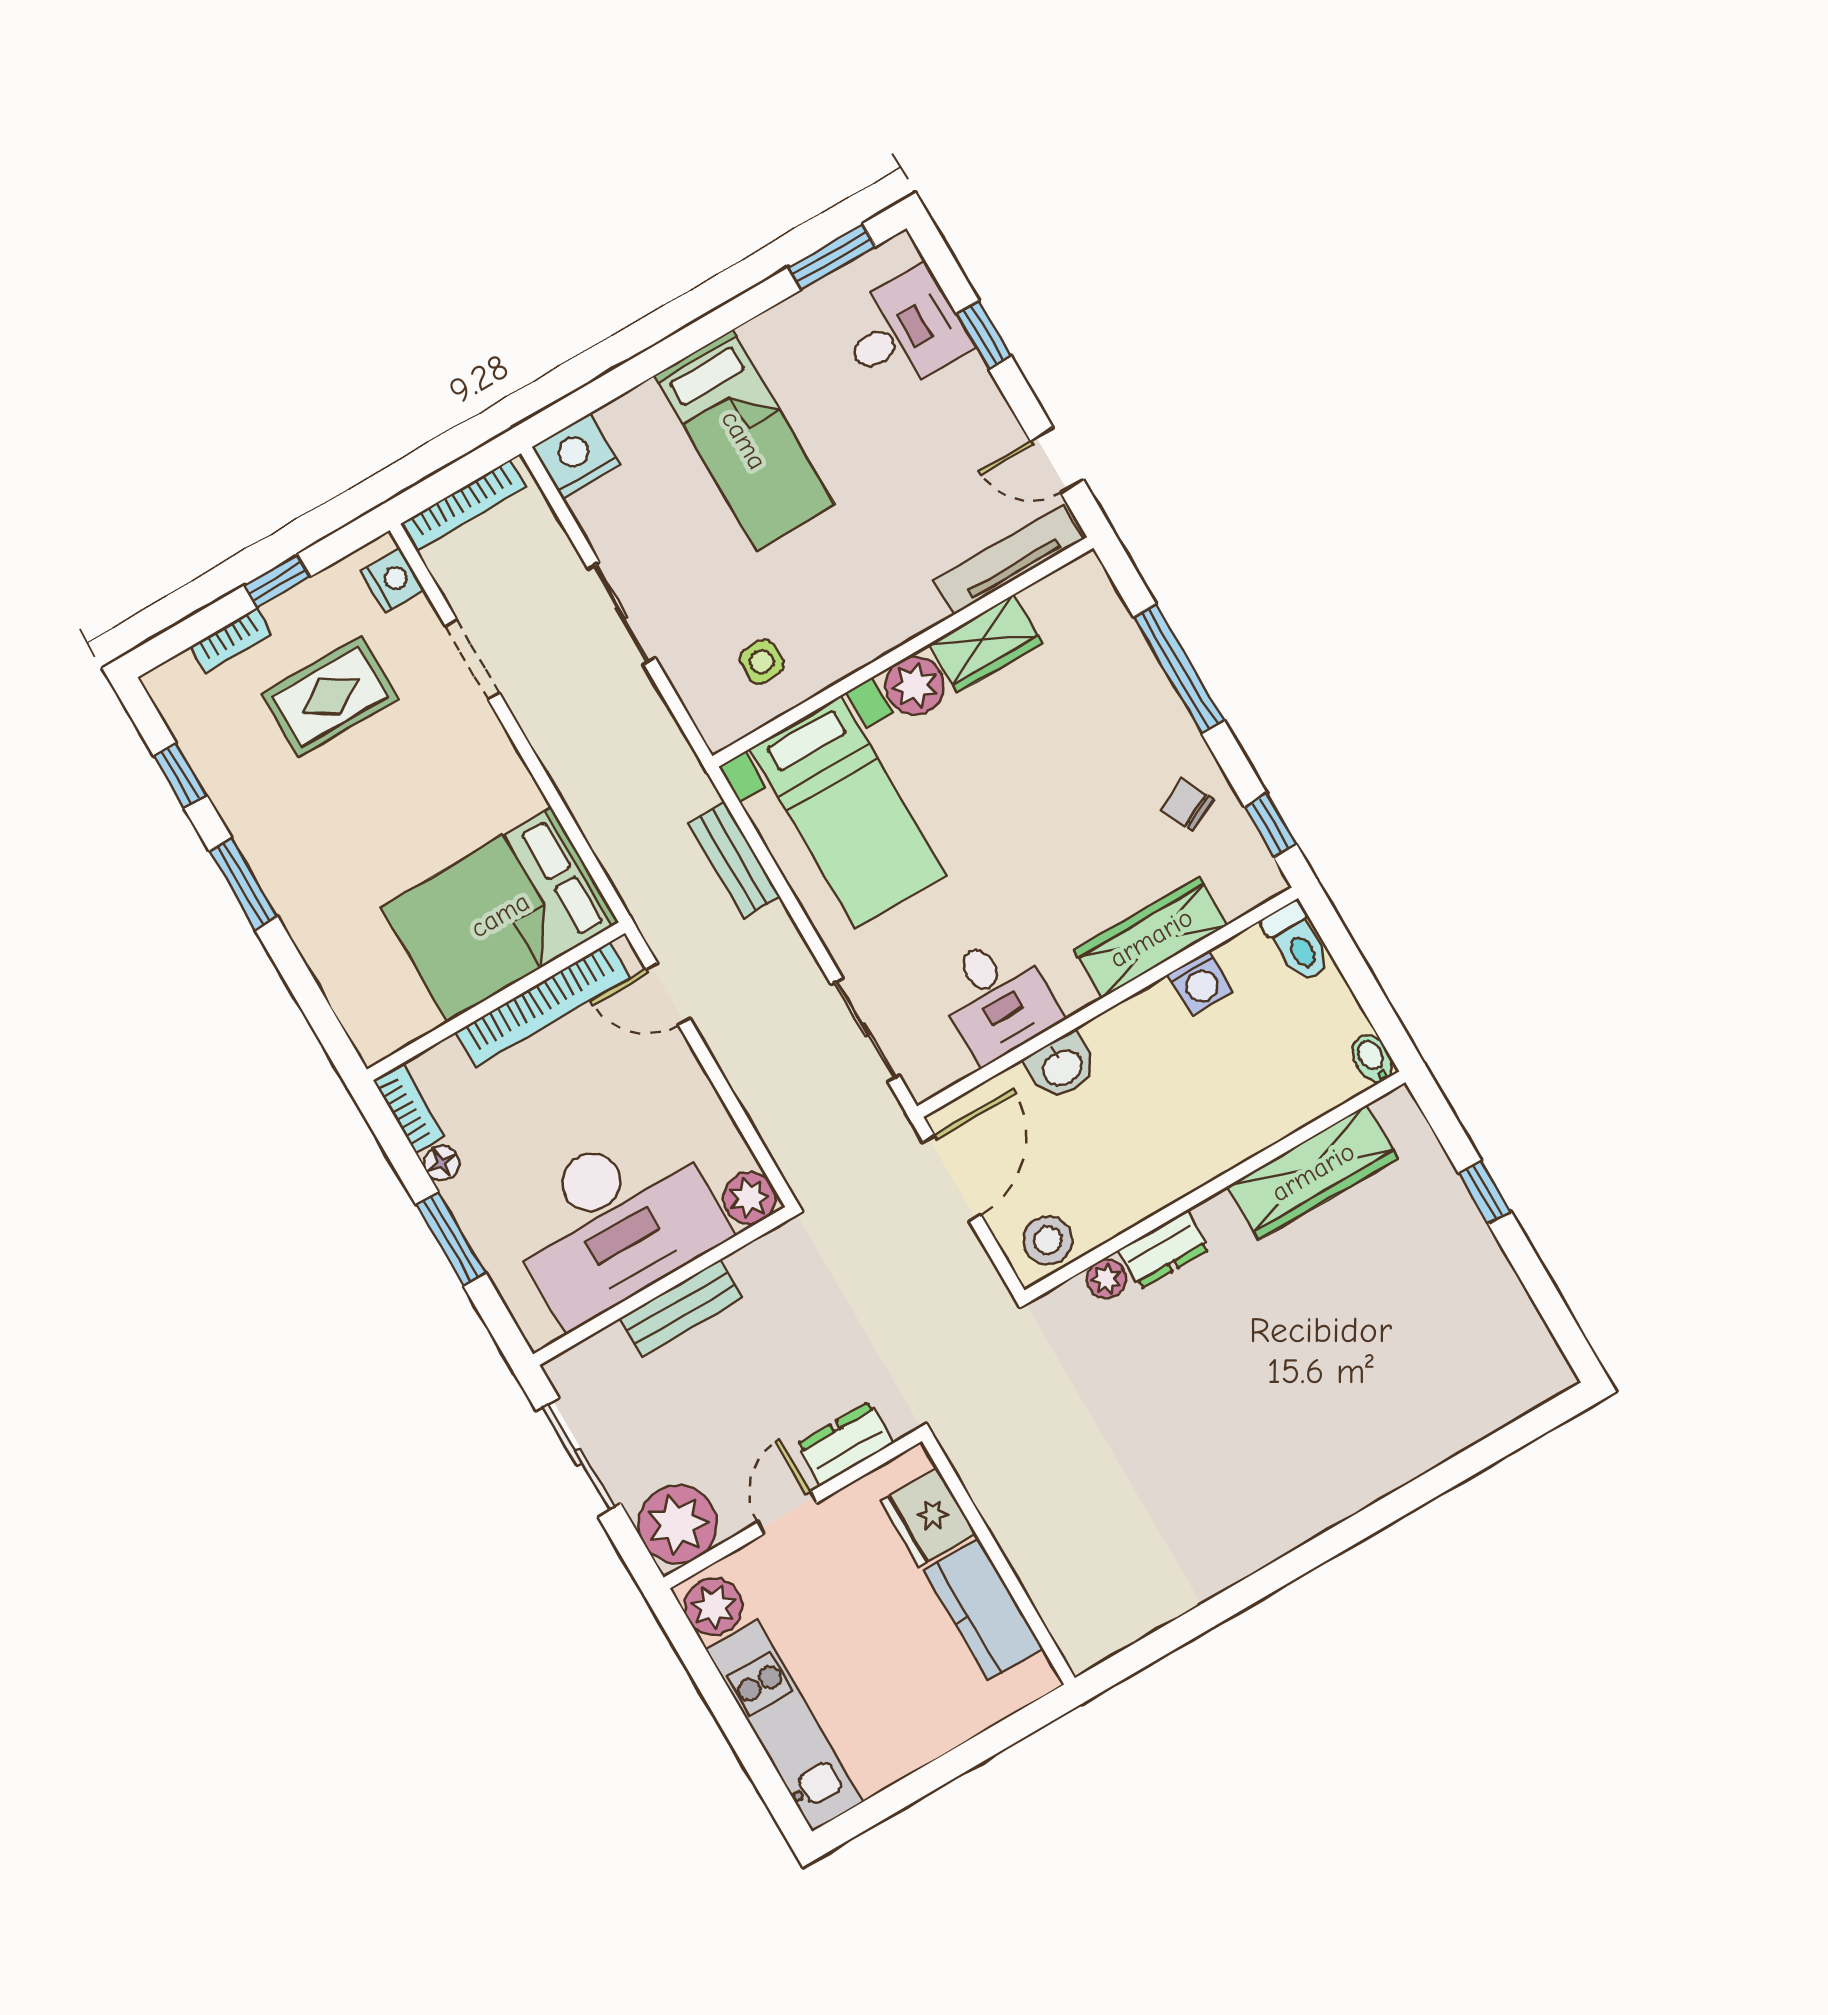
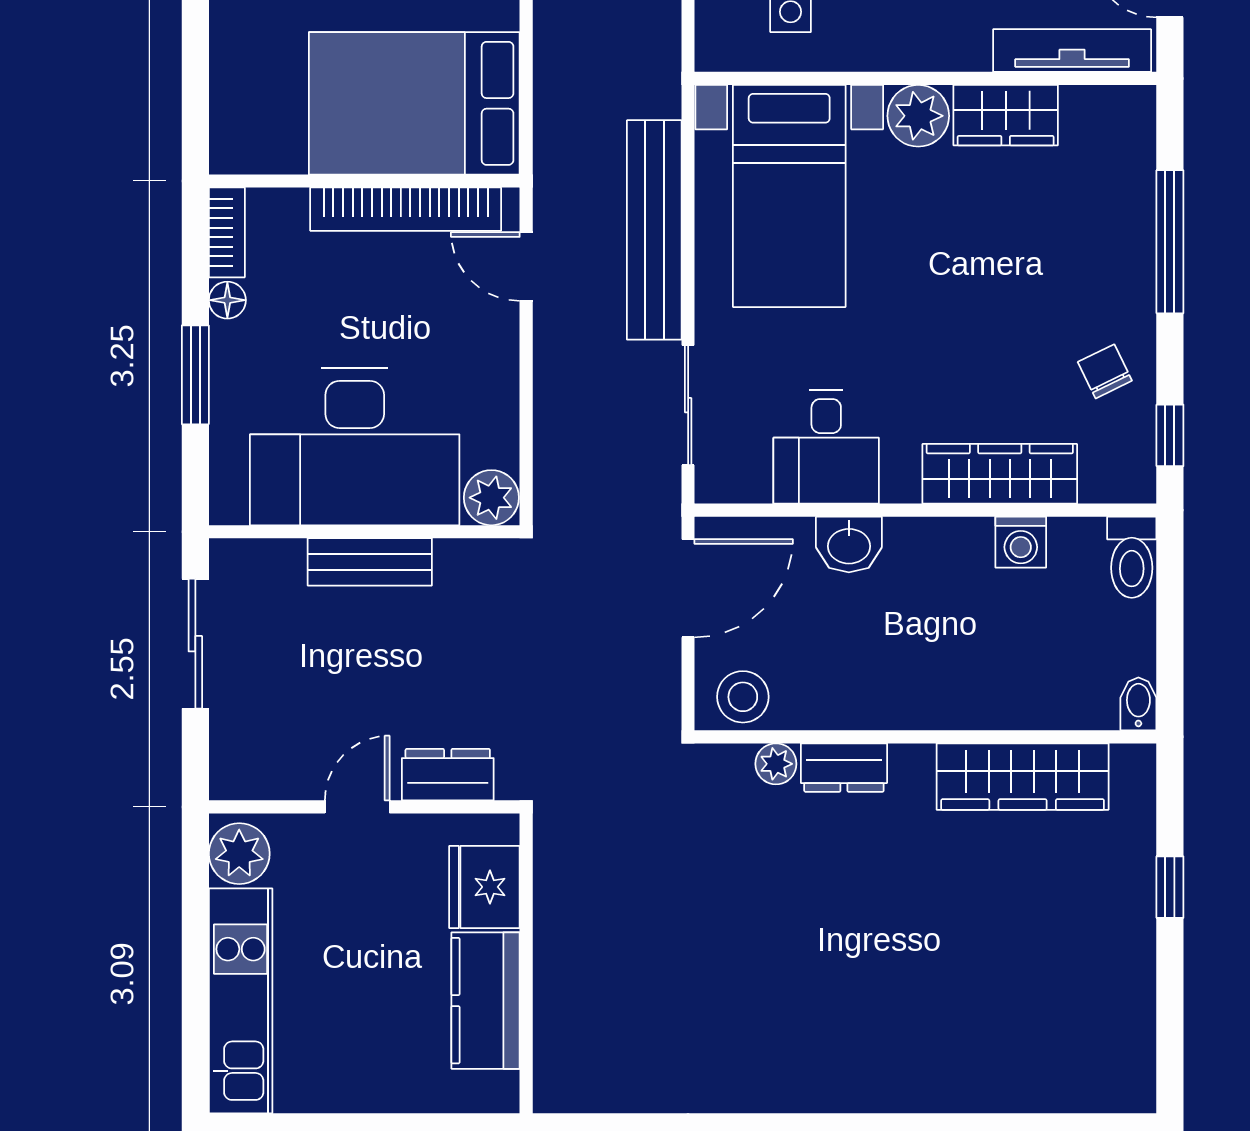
bench: (734, 860) -> (654, 230), width x1.86, depth x1.21
plant: (678, 1524) -> (250, 759), removed

